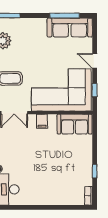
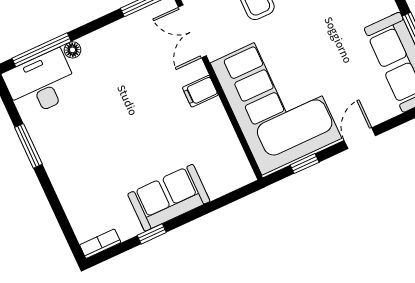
sofa: (75, 124) -> (169, 198), moved, turned 90
window: (31, 207) -> (28, 146), added

